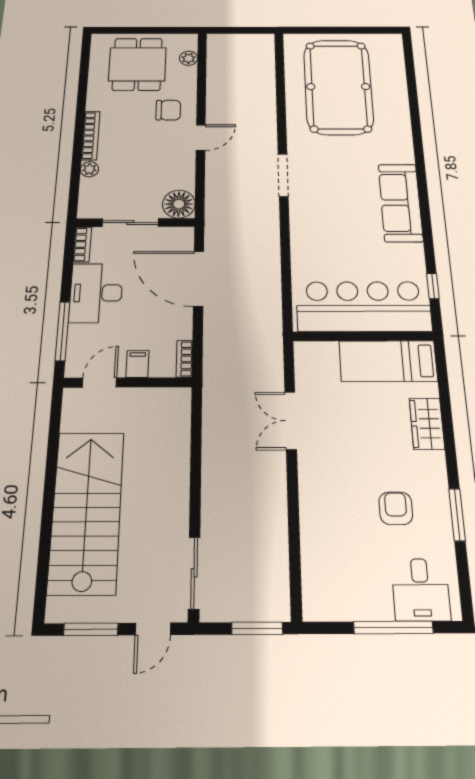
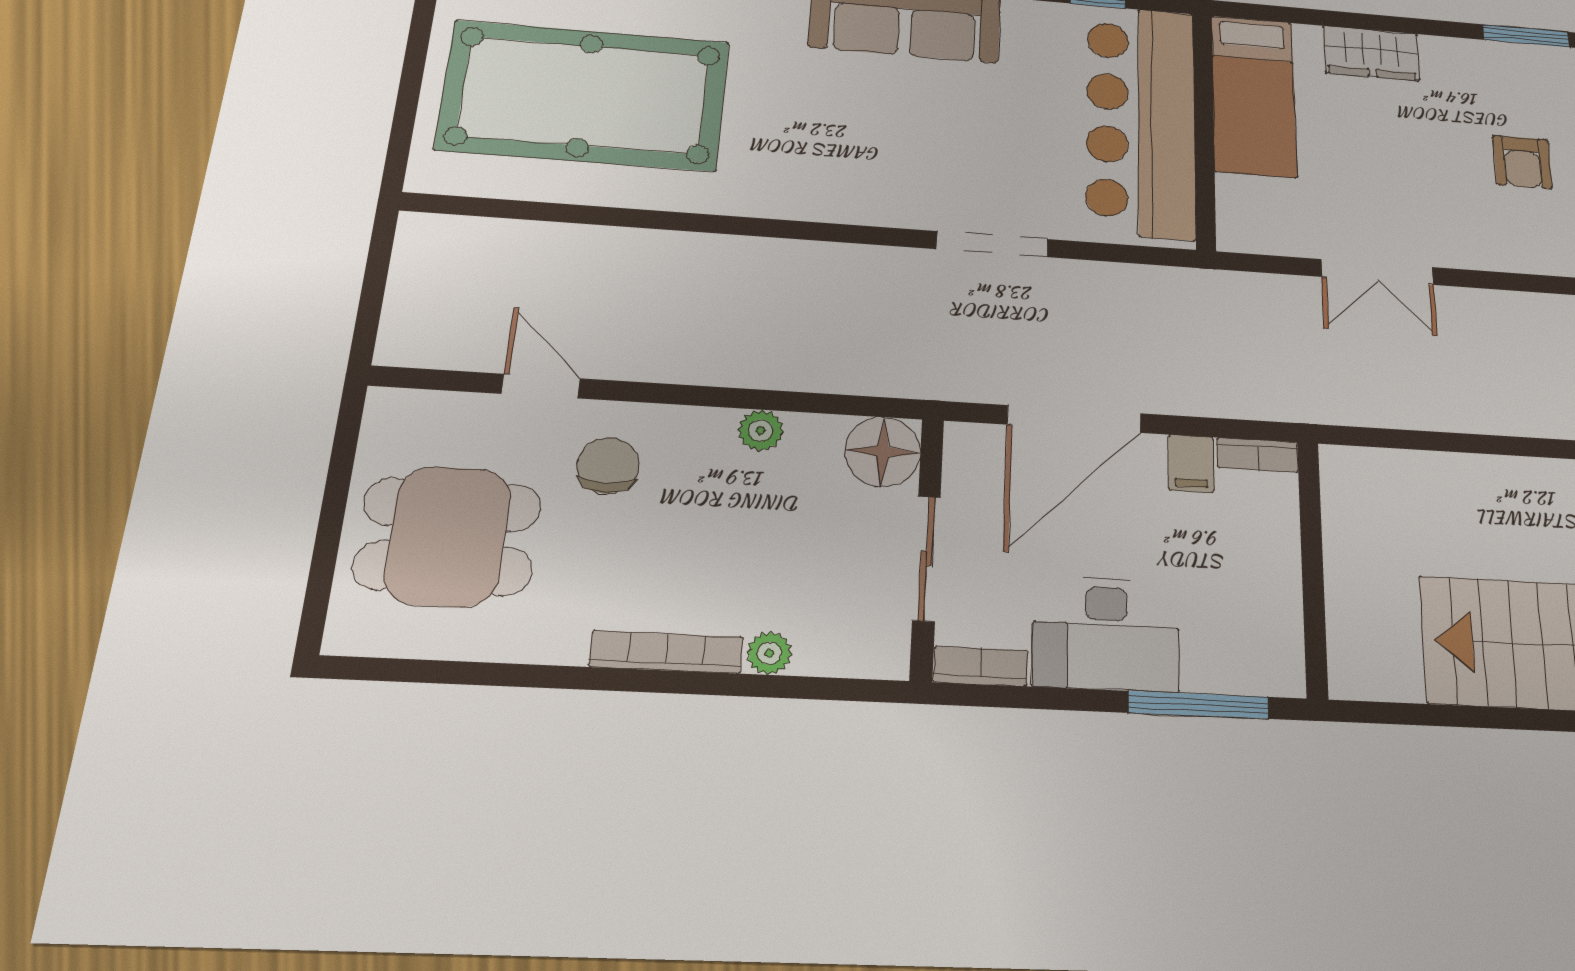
plant: (189, 58) -> (761, 430), moved
door: (201, 138) -> (541, 386), moved
doorway: (283, 175) -> (992, 244), moved
filing cabinet: (137, 364) -> (1191, 464), moved, turned -90
door: (100, 383) -> (1315, 624), removed
armchair: (396, 508) -> (1522, 162), moved, turned -90

